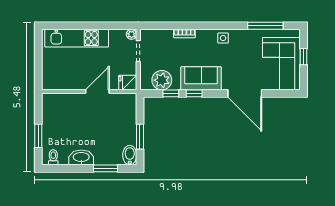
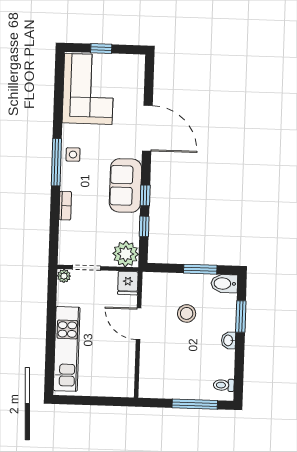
window: (265, 26) -> (56, 162), moved
corner sofa: (281, 64) -> (88, 89), moved, turned -90
plant: (162, 80) -> (126, 254), moved
door: (245, 93) -> (147, 128), hinge flipped
stool: (106, 128) -> (187, 313), added
window: (38, 136) -> (195, 404), width x1.44
washbasin: (81, 157) -> (229, 340), width x0.52, depth x0.69

